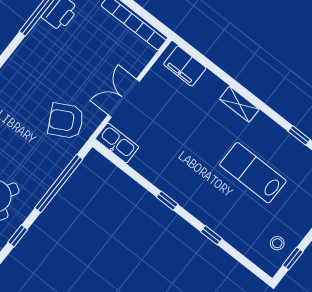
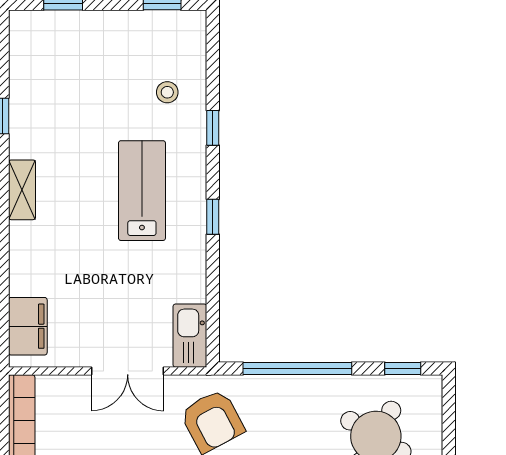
shelving: (239, 104) -> (22, 190), moved
lab bench: (253, 173) -> (142, 191), moved, turned 180
stool: (277, 243) -> (167, 92), moved

